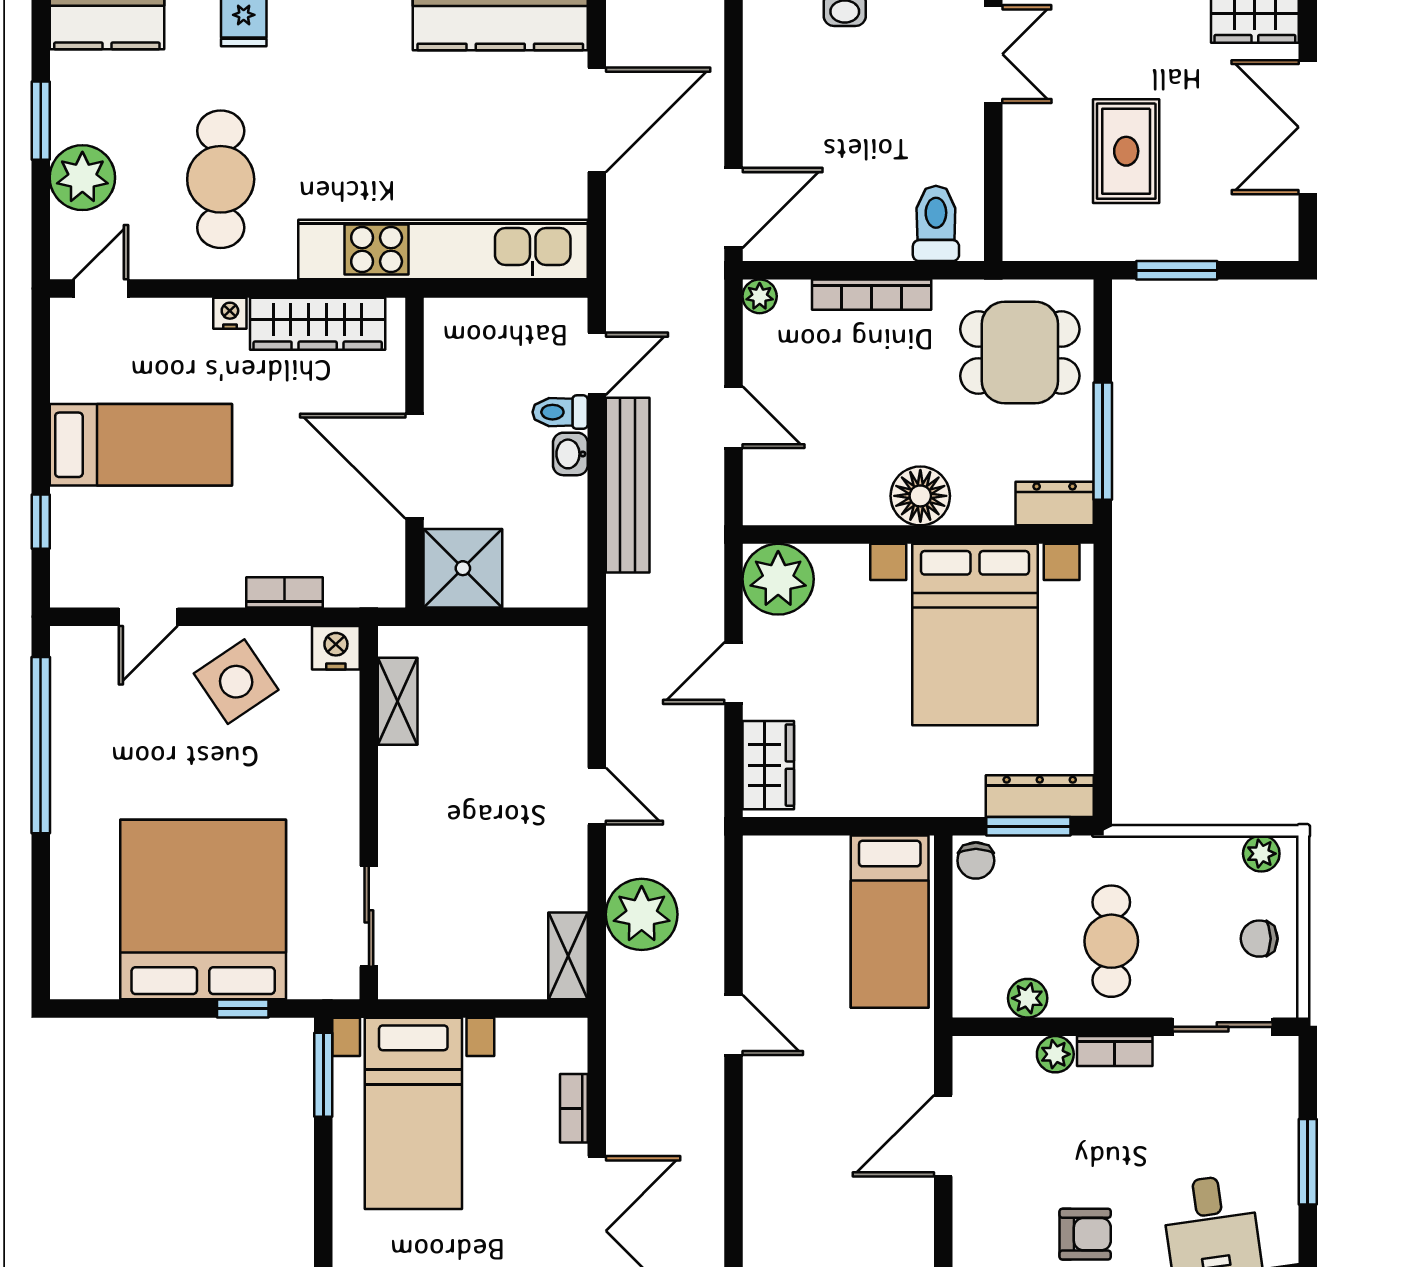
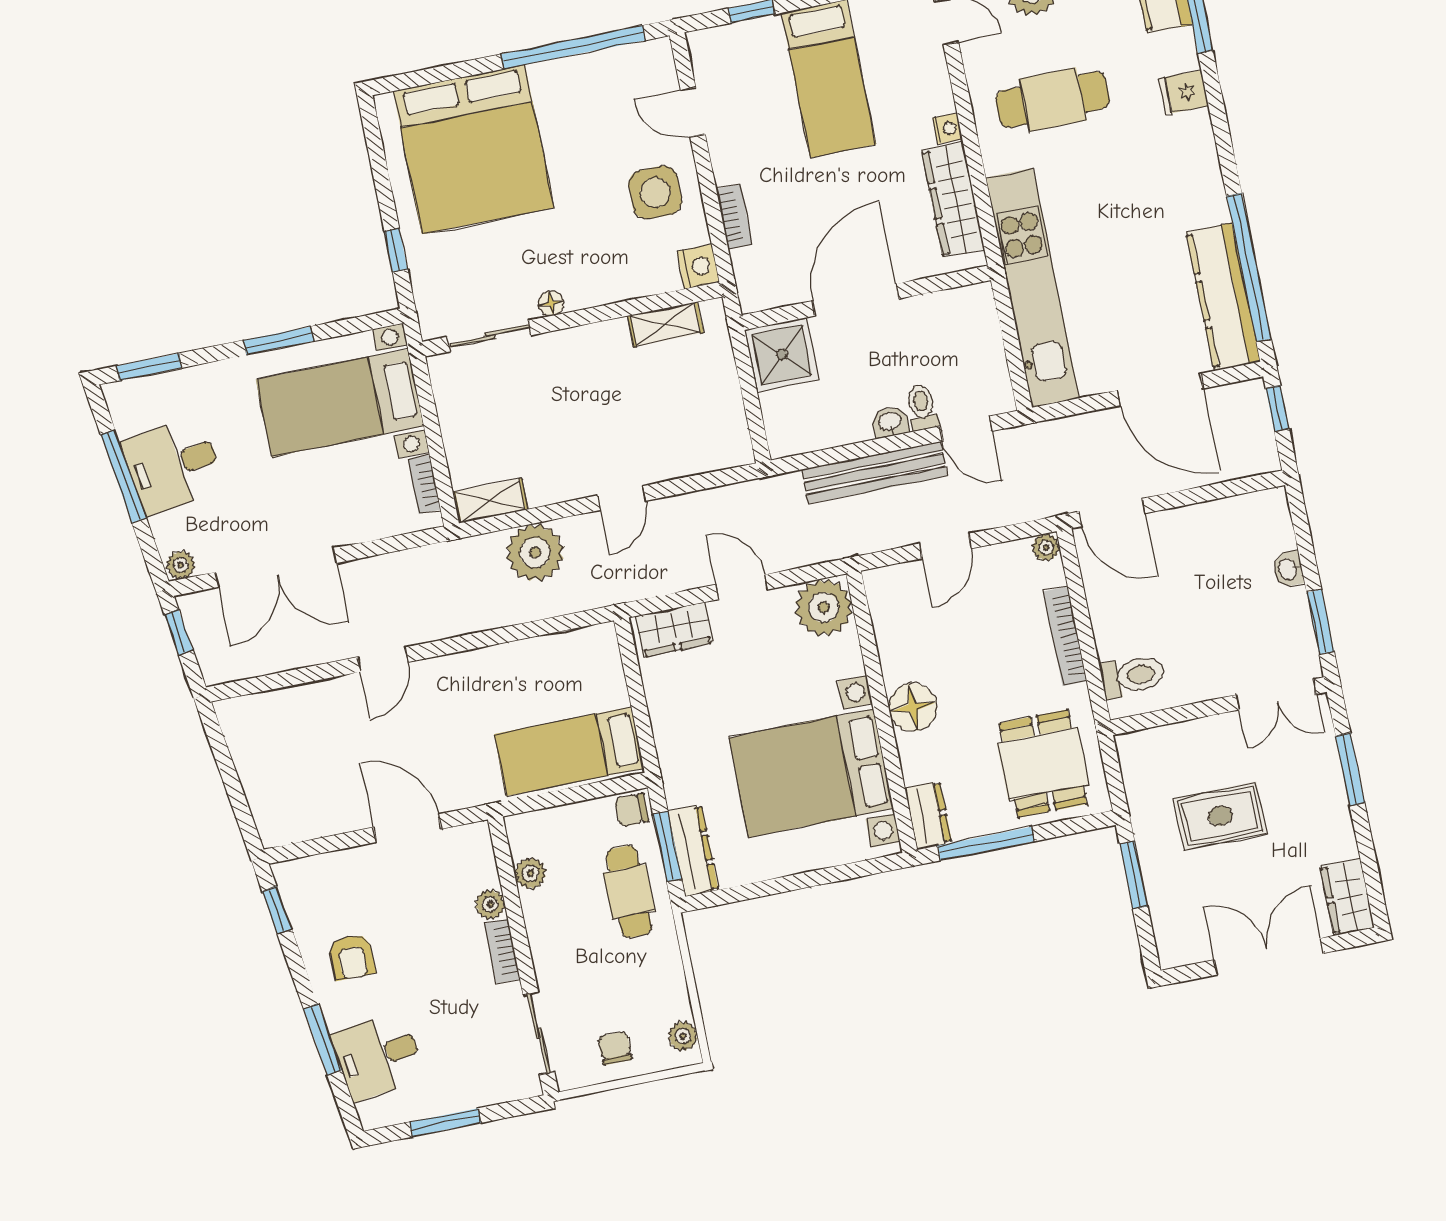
side table: (236, 682) -> (655, 193), turned 34
floor lamp: (344, 835) -> (551, 303), added
bed: (203, 910) -> (474, 149), moved, turned 90
cafe table: (1111, 941) -> (629, 892), moved, turned 90
door: (733, 1025) -> (383, 659), moved
window: (323, 1075) -> (279, 341), moved
bookcase: (574, 1108) -> (424, 484), moved, turned -90

